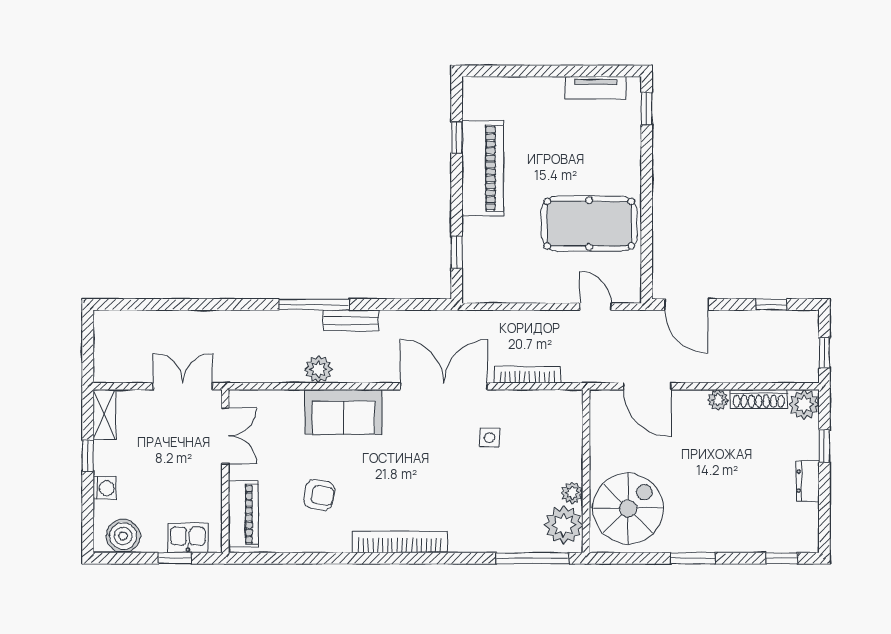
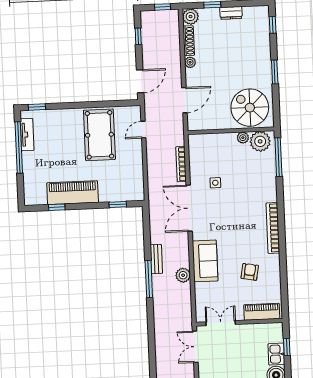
window: (572, 71) -> (19, 147), added
kitchen sink: (188, 538) -> (276, 354), moved

